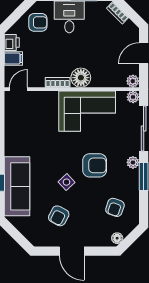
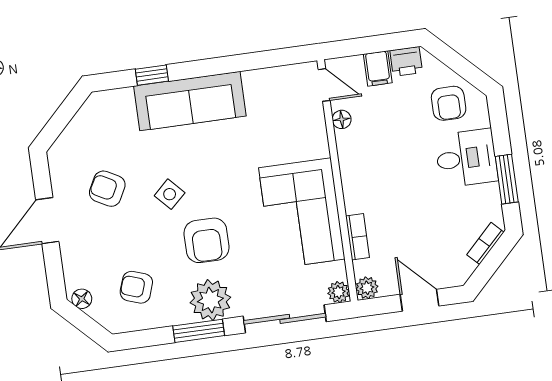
floor lamp: (81, 78) -> (342, 119), moved, width x0.53, depth x0.53
bookcase: (58, 82) -> (357, 237), moved
plant: (133, 162) -> (210, 300), width x1.87, depth x1.87
sofa: (17, 186) -> (190, 101), moved

